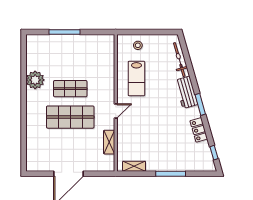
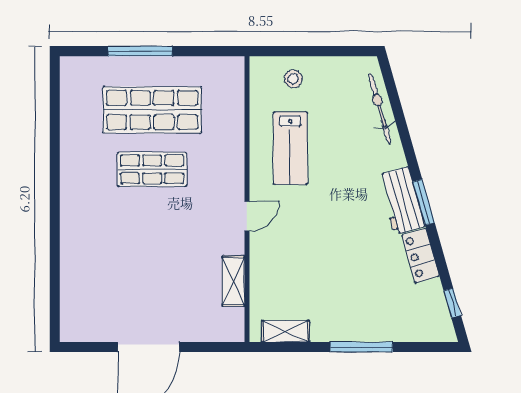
plant: (35, 80) -> (79, 151), removed
workbench: (186, 92) -> (401, 201), moved
shop shelf: (70, 117) -> (152, 110), moved

